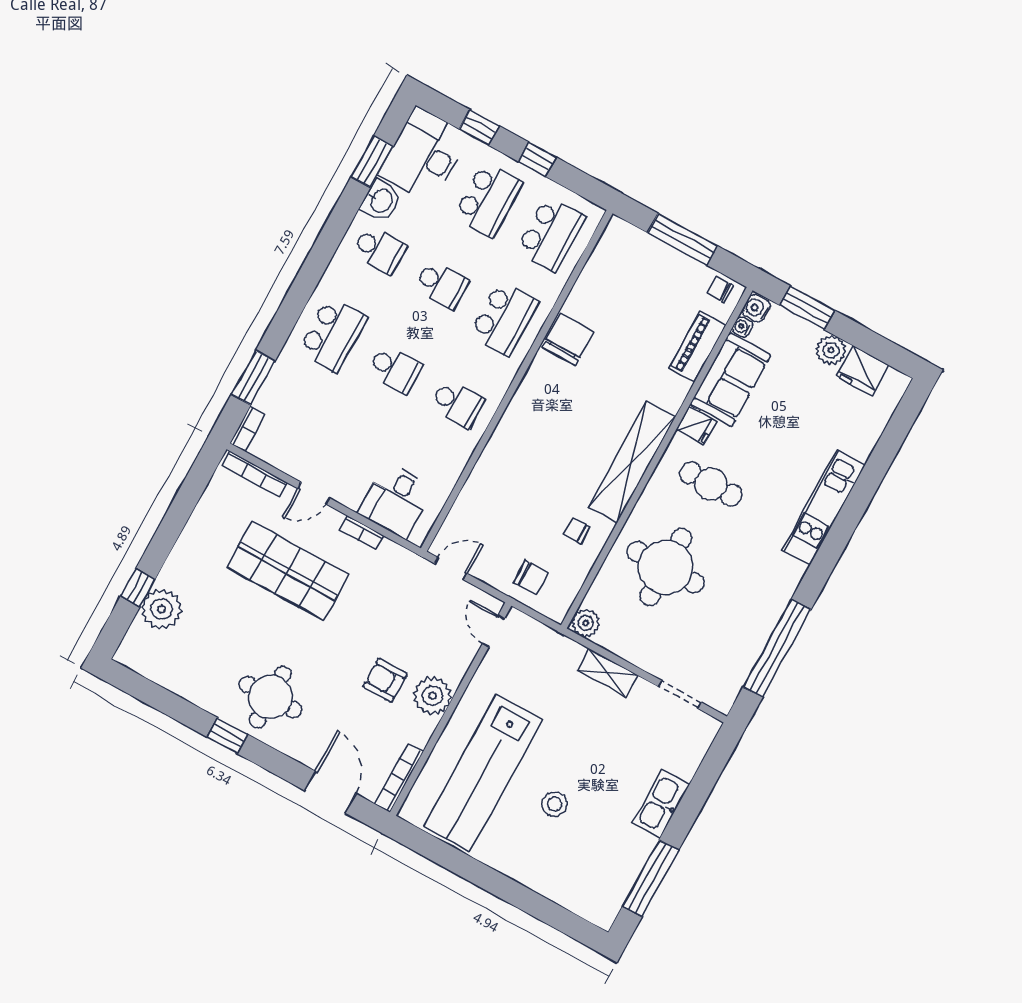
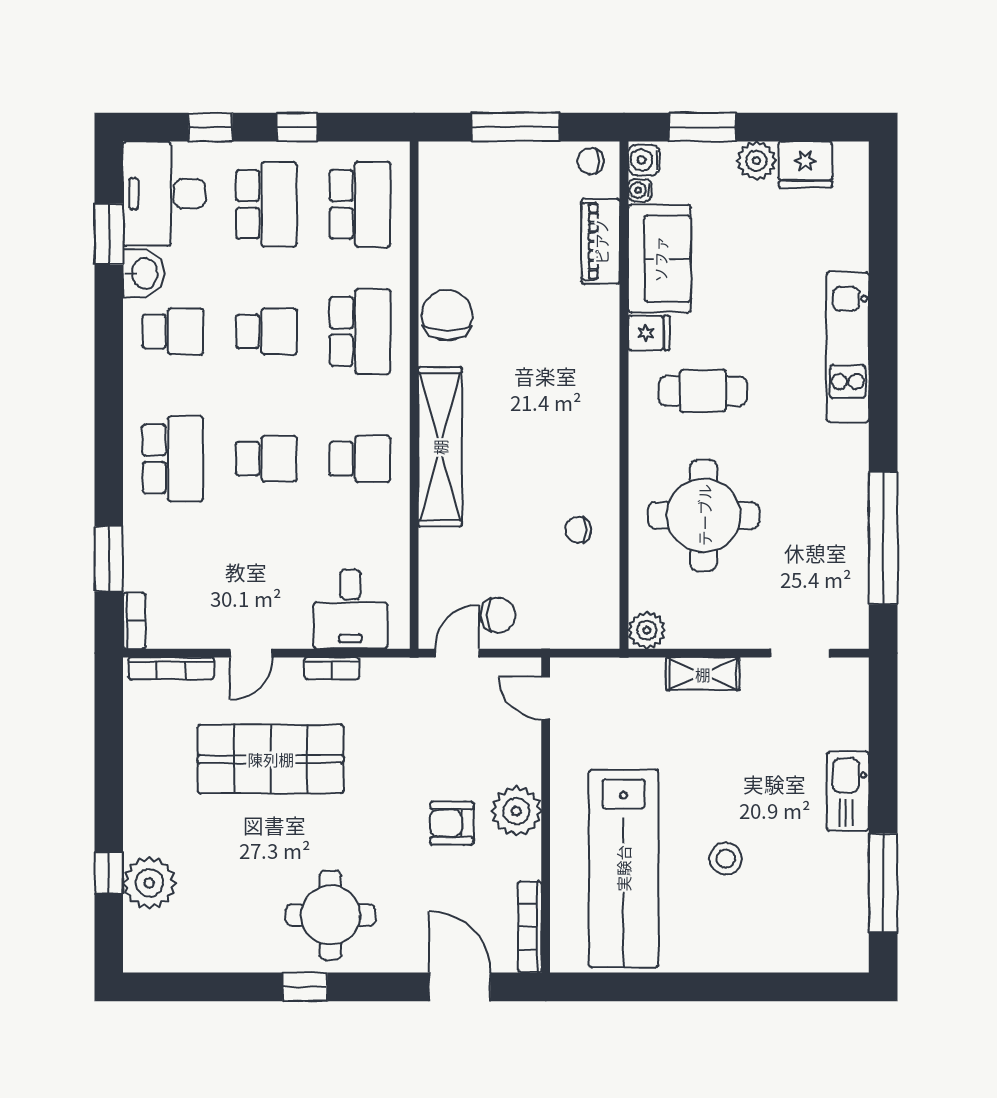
shelving: (632, 462) -> (440, 447), moved
chair: (531, 577) -> (498, 615), moved

